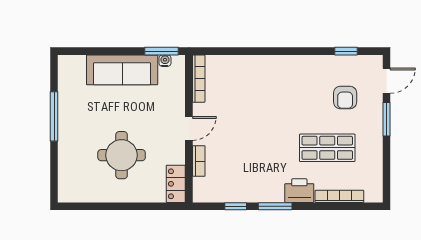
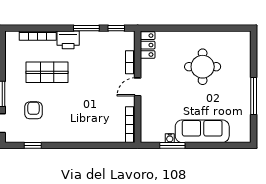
bookcase: (199, 79) -> (130, 125), moved
door: (189, 128) -> (138, 87), moved
wall: (189, 129) -> (138, 87), moved
bookcase: (199, 161) -> (130, 62), moved
locker: (176, 184) -> (148, 45), moved

